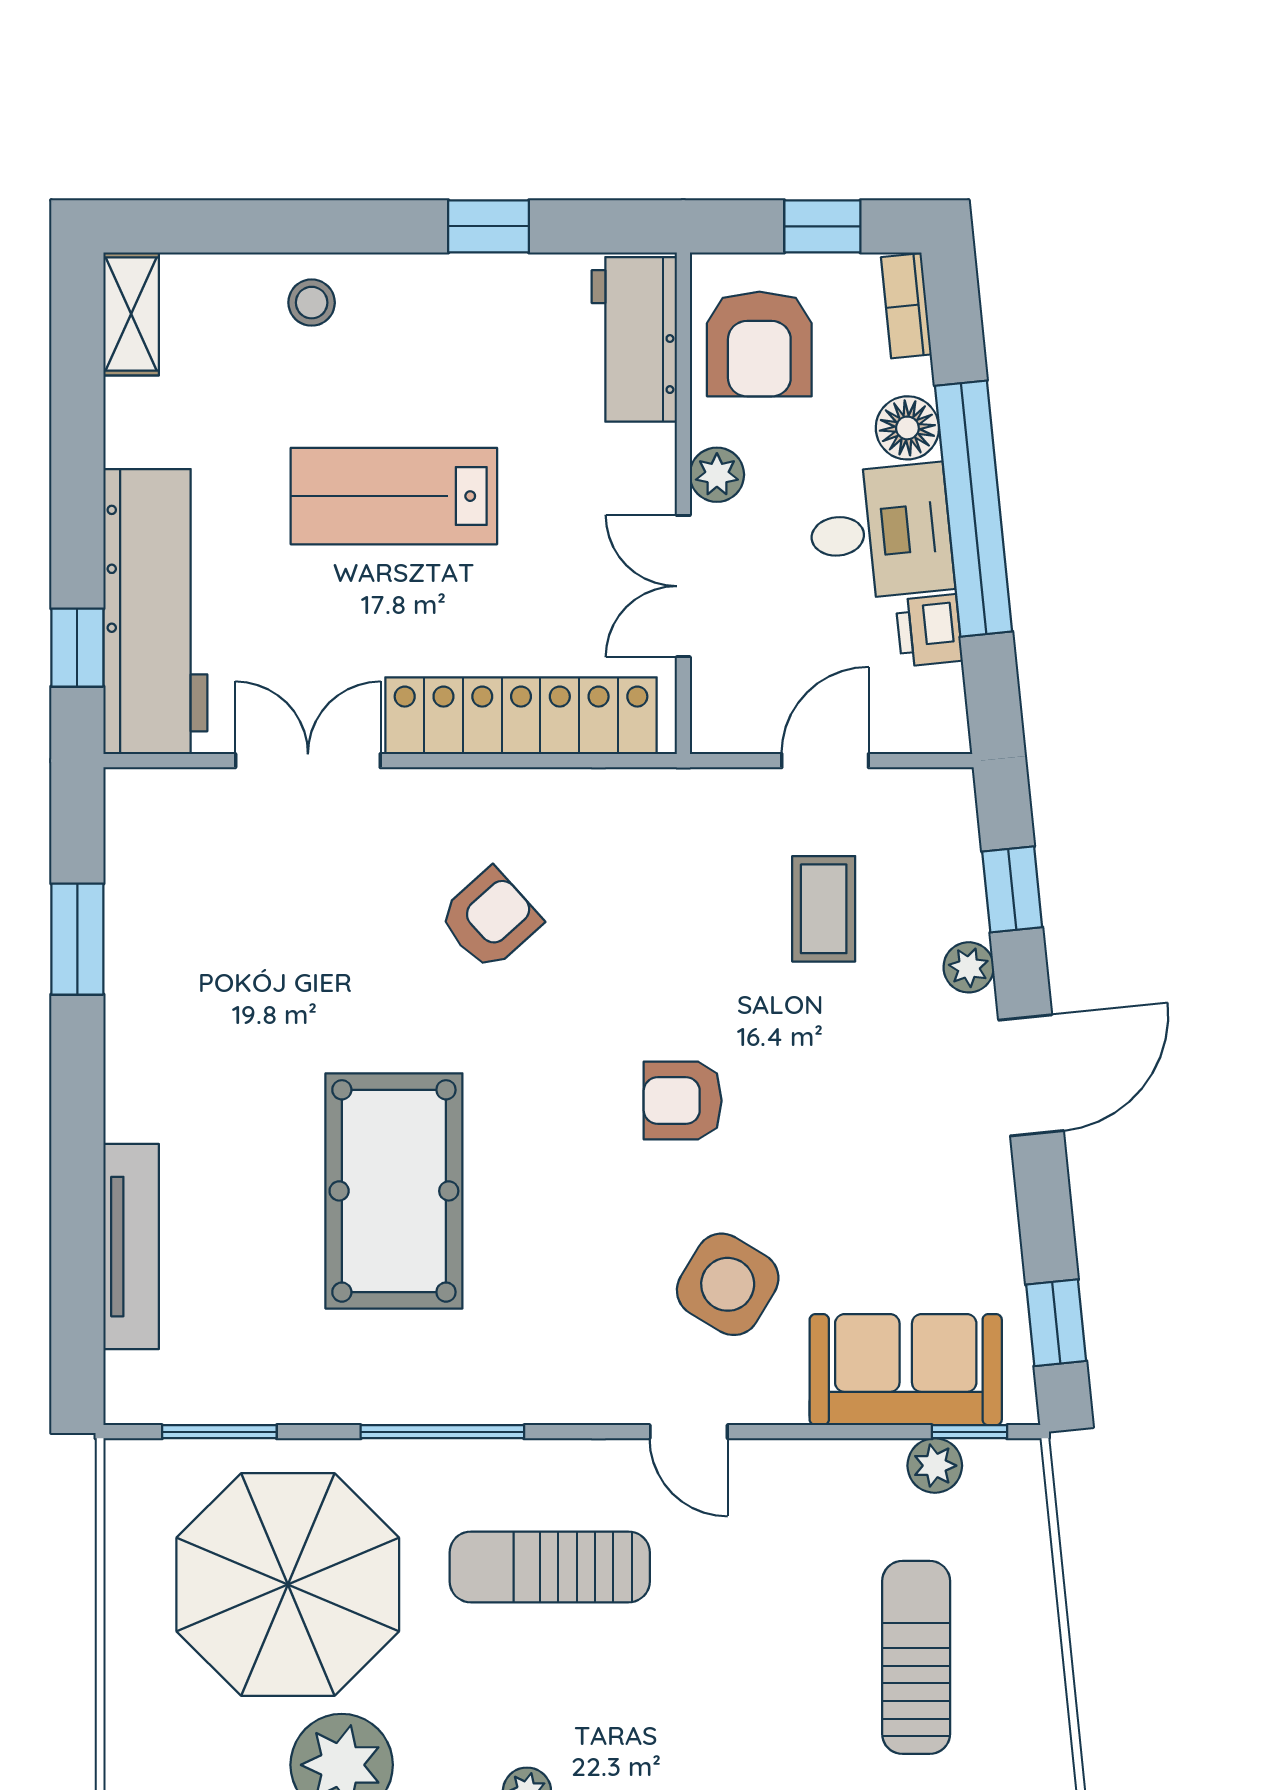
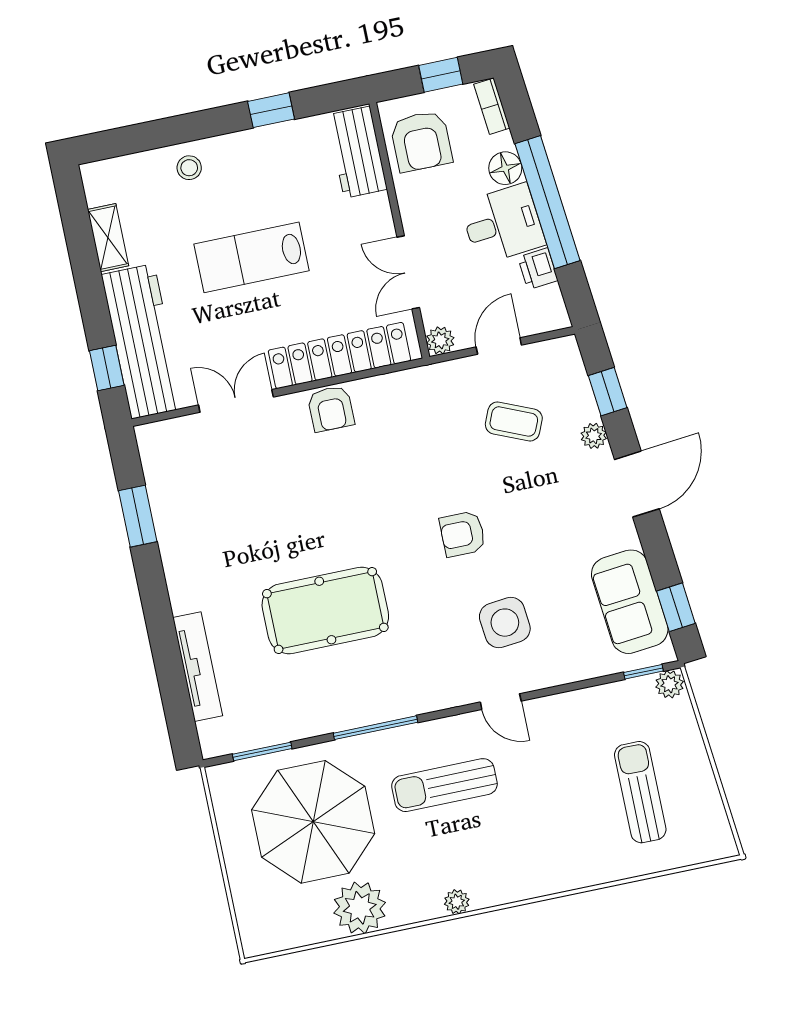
shelving: (131, 314) -> (108, 238), moved
plant: (717, 475) -> (440, 340), moved
coffee table: (824, 909) -> (514, 421), turned -67
armchair: (490, 919) -> (331, 409), moved, turned 132
pool table: (394, 1191) -> (325, 611), turned 90
side table: (728, 1284) -> (505, 623), turned -37
sofa: (906, 1370) -> (630, 602), moved, turned -96
plant: (935, 1466) -> (670, 684), moved

